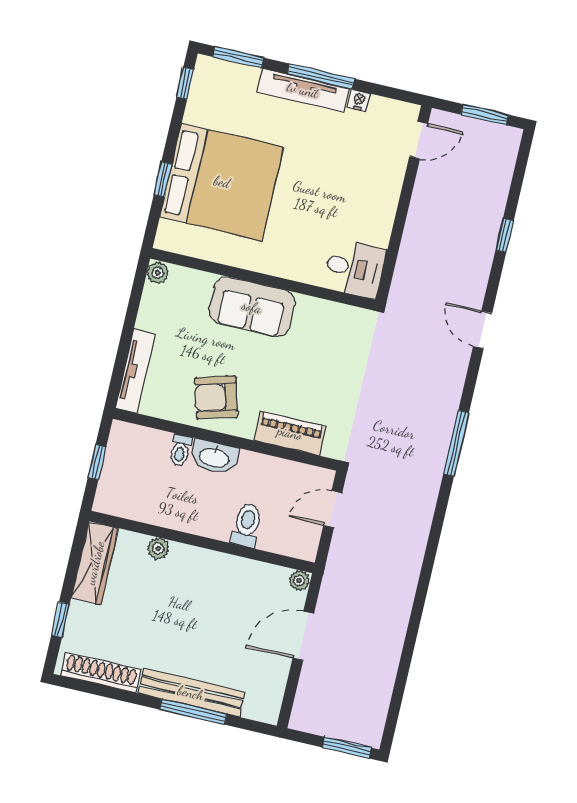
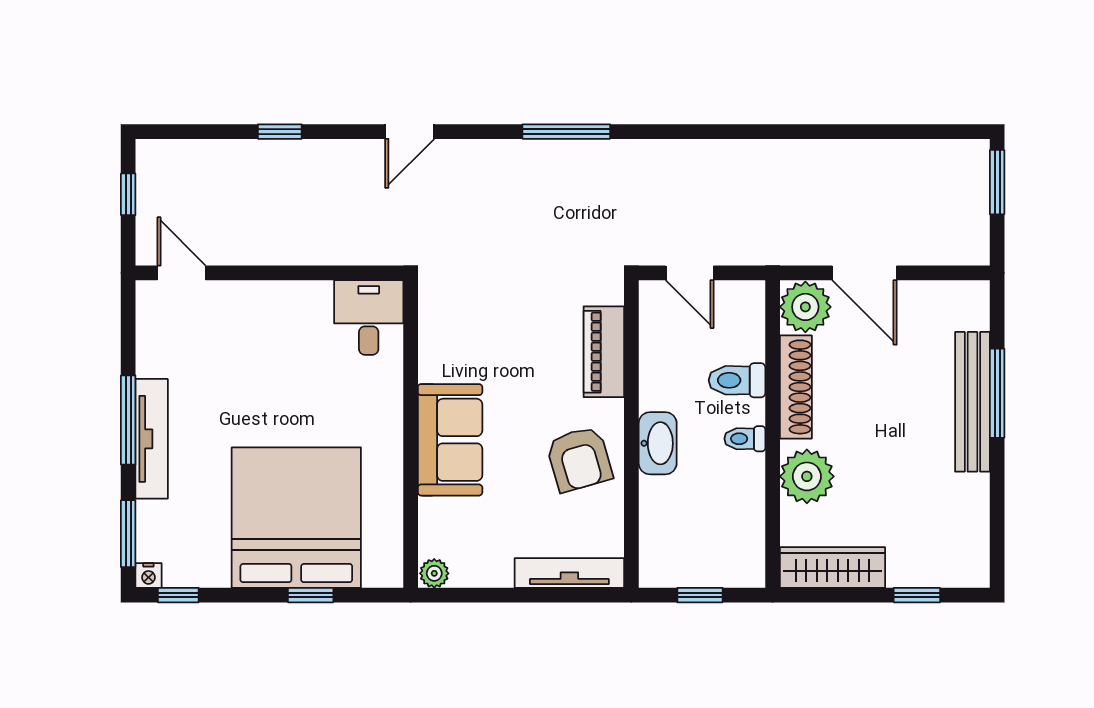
nightstand: (359, 100) -> (148, 575), moved, turned -90
window: (485, 115) -> (128, 194), width x0.67
toilet: (180, 450) -> (745, 439), moved, turned 180
plant: (158, 548) -> (807, 476), width x1.88, depth x1.88
plant: (299, 581) -> (805, 307), width x1.88, depth x1.88
shoe rack: (101, 673) -> (796, 387), moved, turned 180

